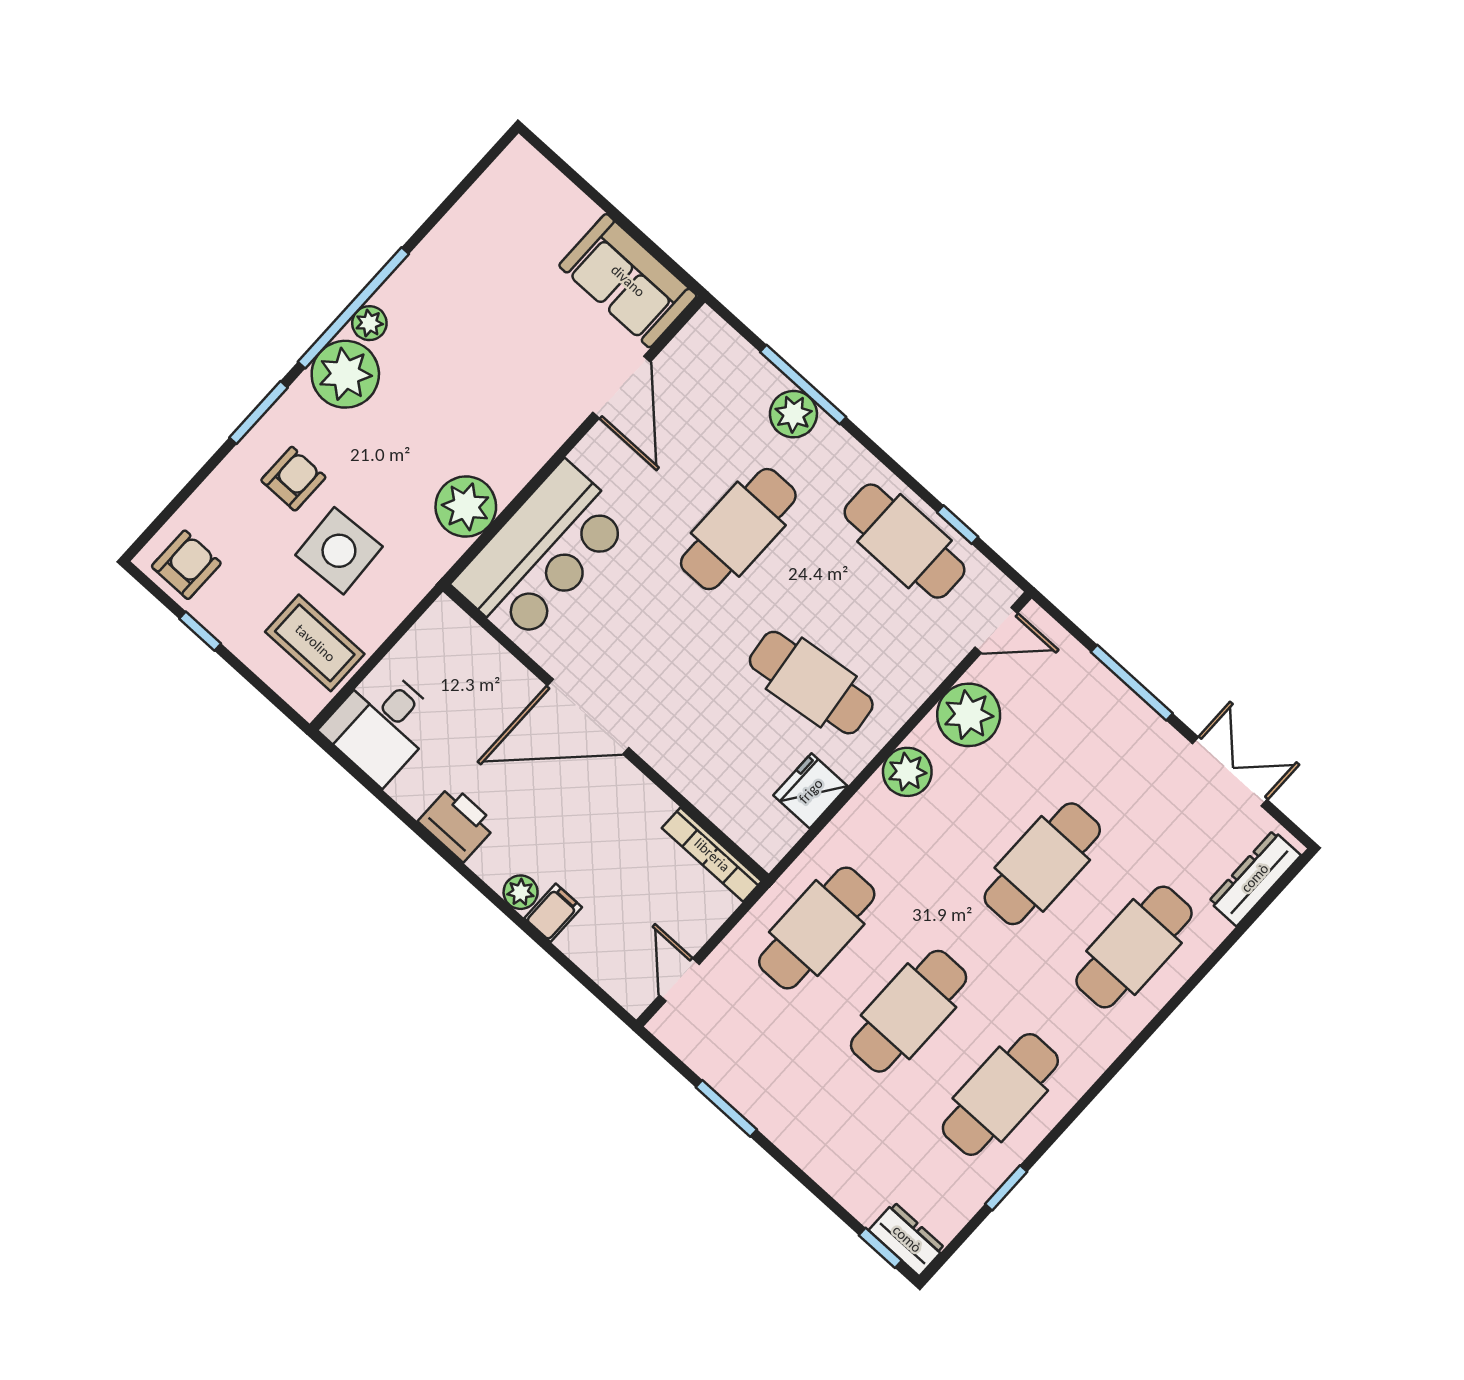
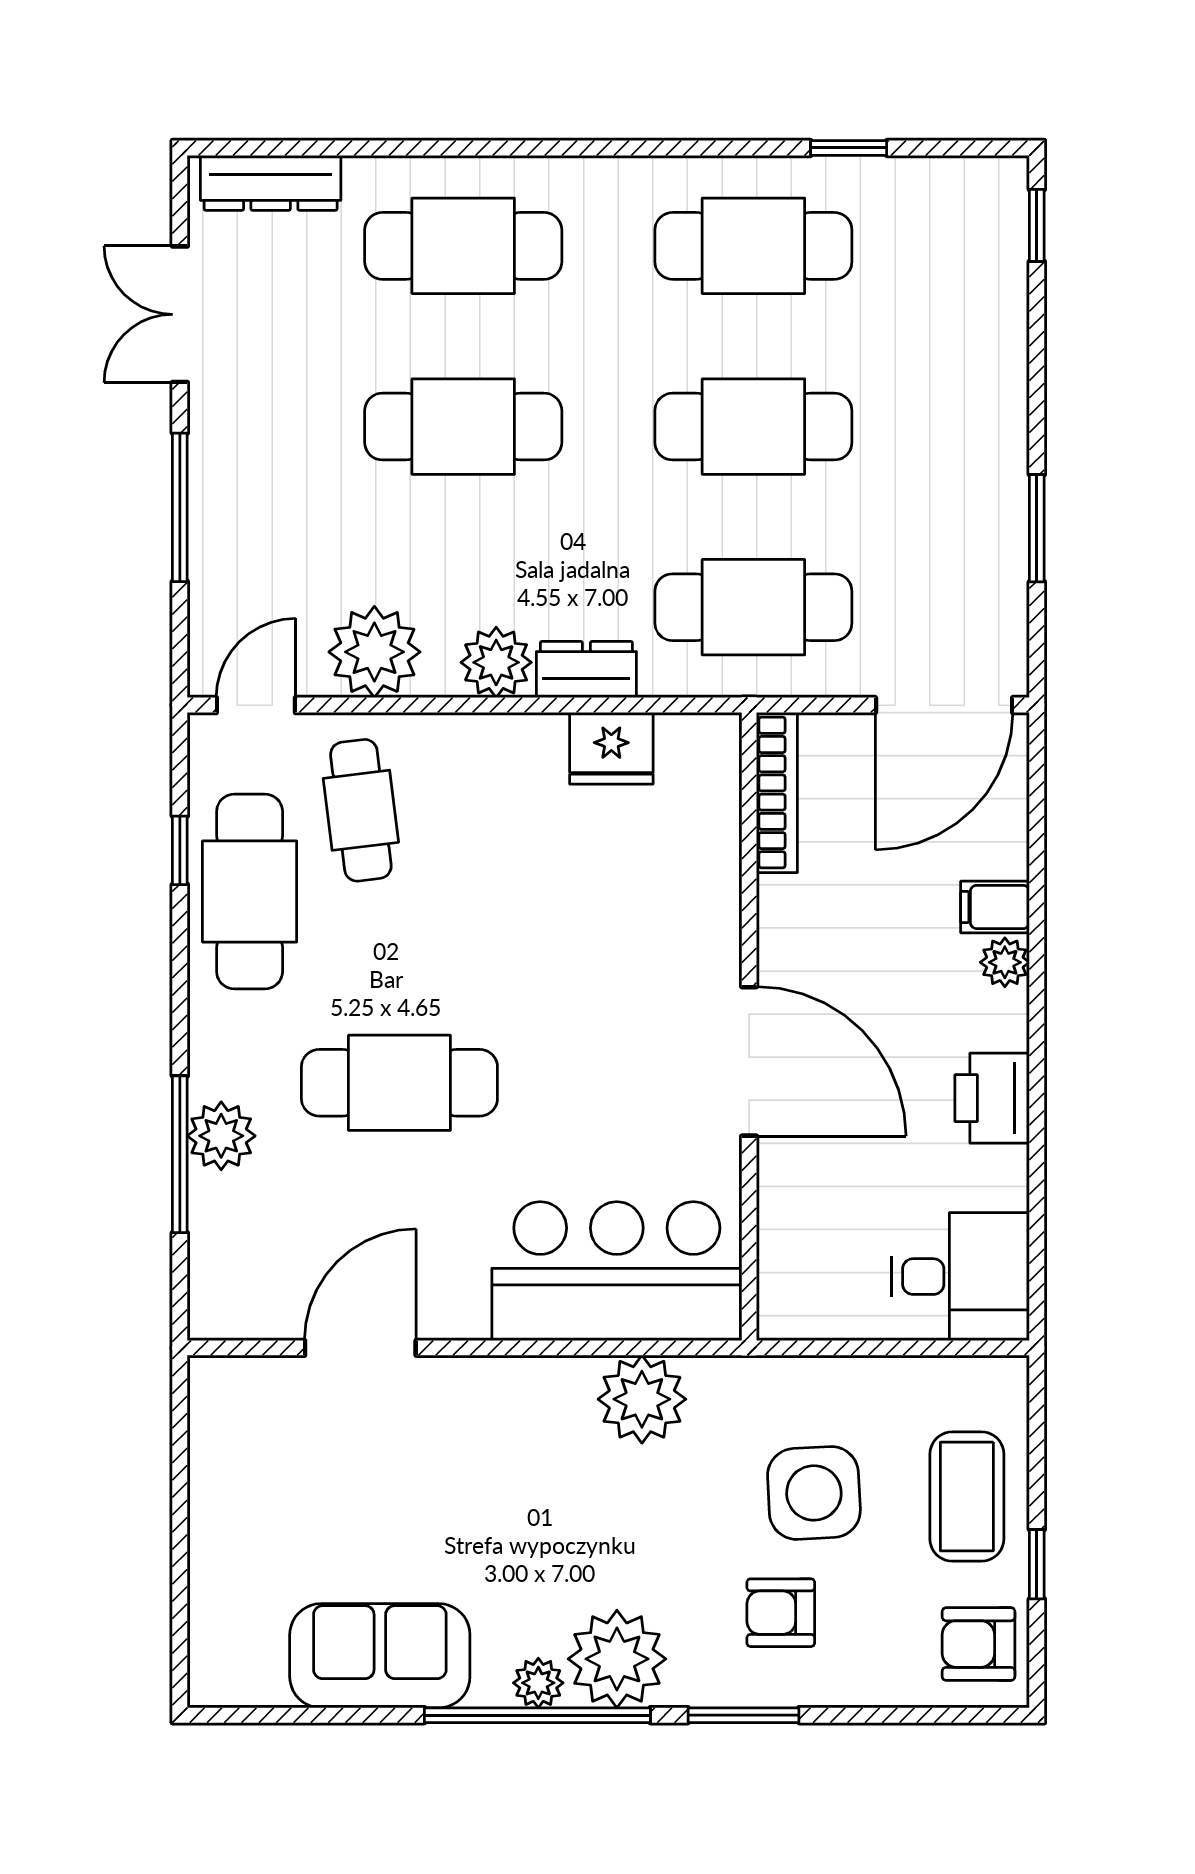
sofa: (628, 281) -> (380, 1656), moved, turned -90
door: (996, 630) -> (256, 705), hinge flipped
coffee table: (315, 643) -> (967, 1497), moved
cafe table: (811, 683) -> (361, 810), moved, width x0.73, depth x0.74
door: (679, 980) -> (944, 705), width x1.88
dresser: (907, 1239) -> (586, 670), moved, turned 90

